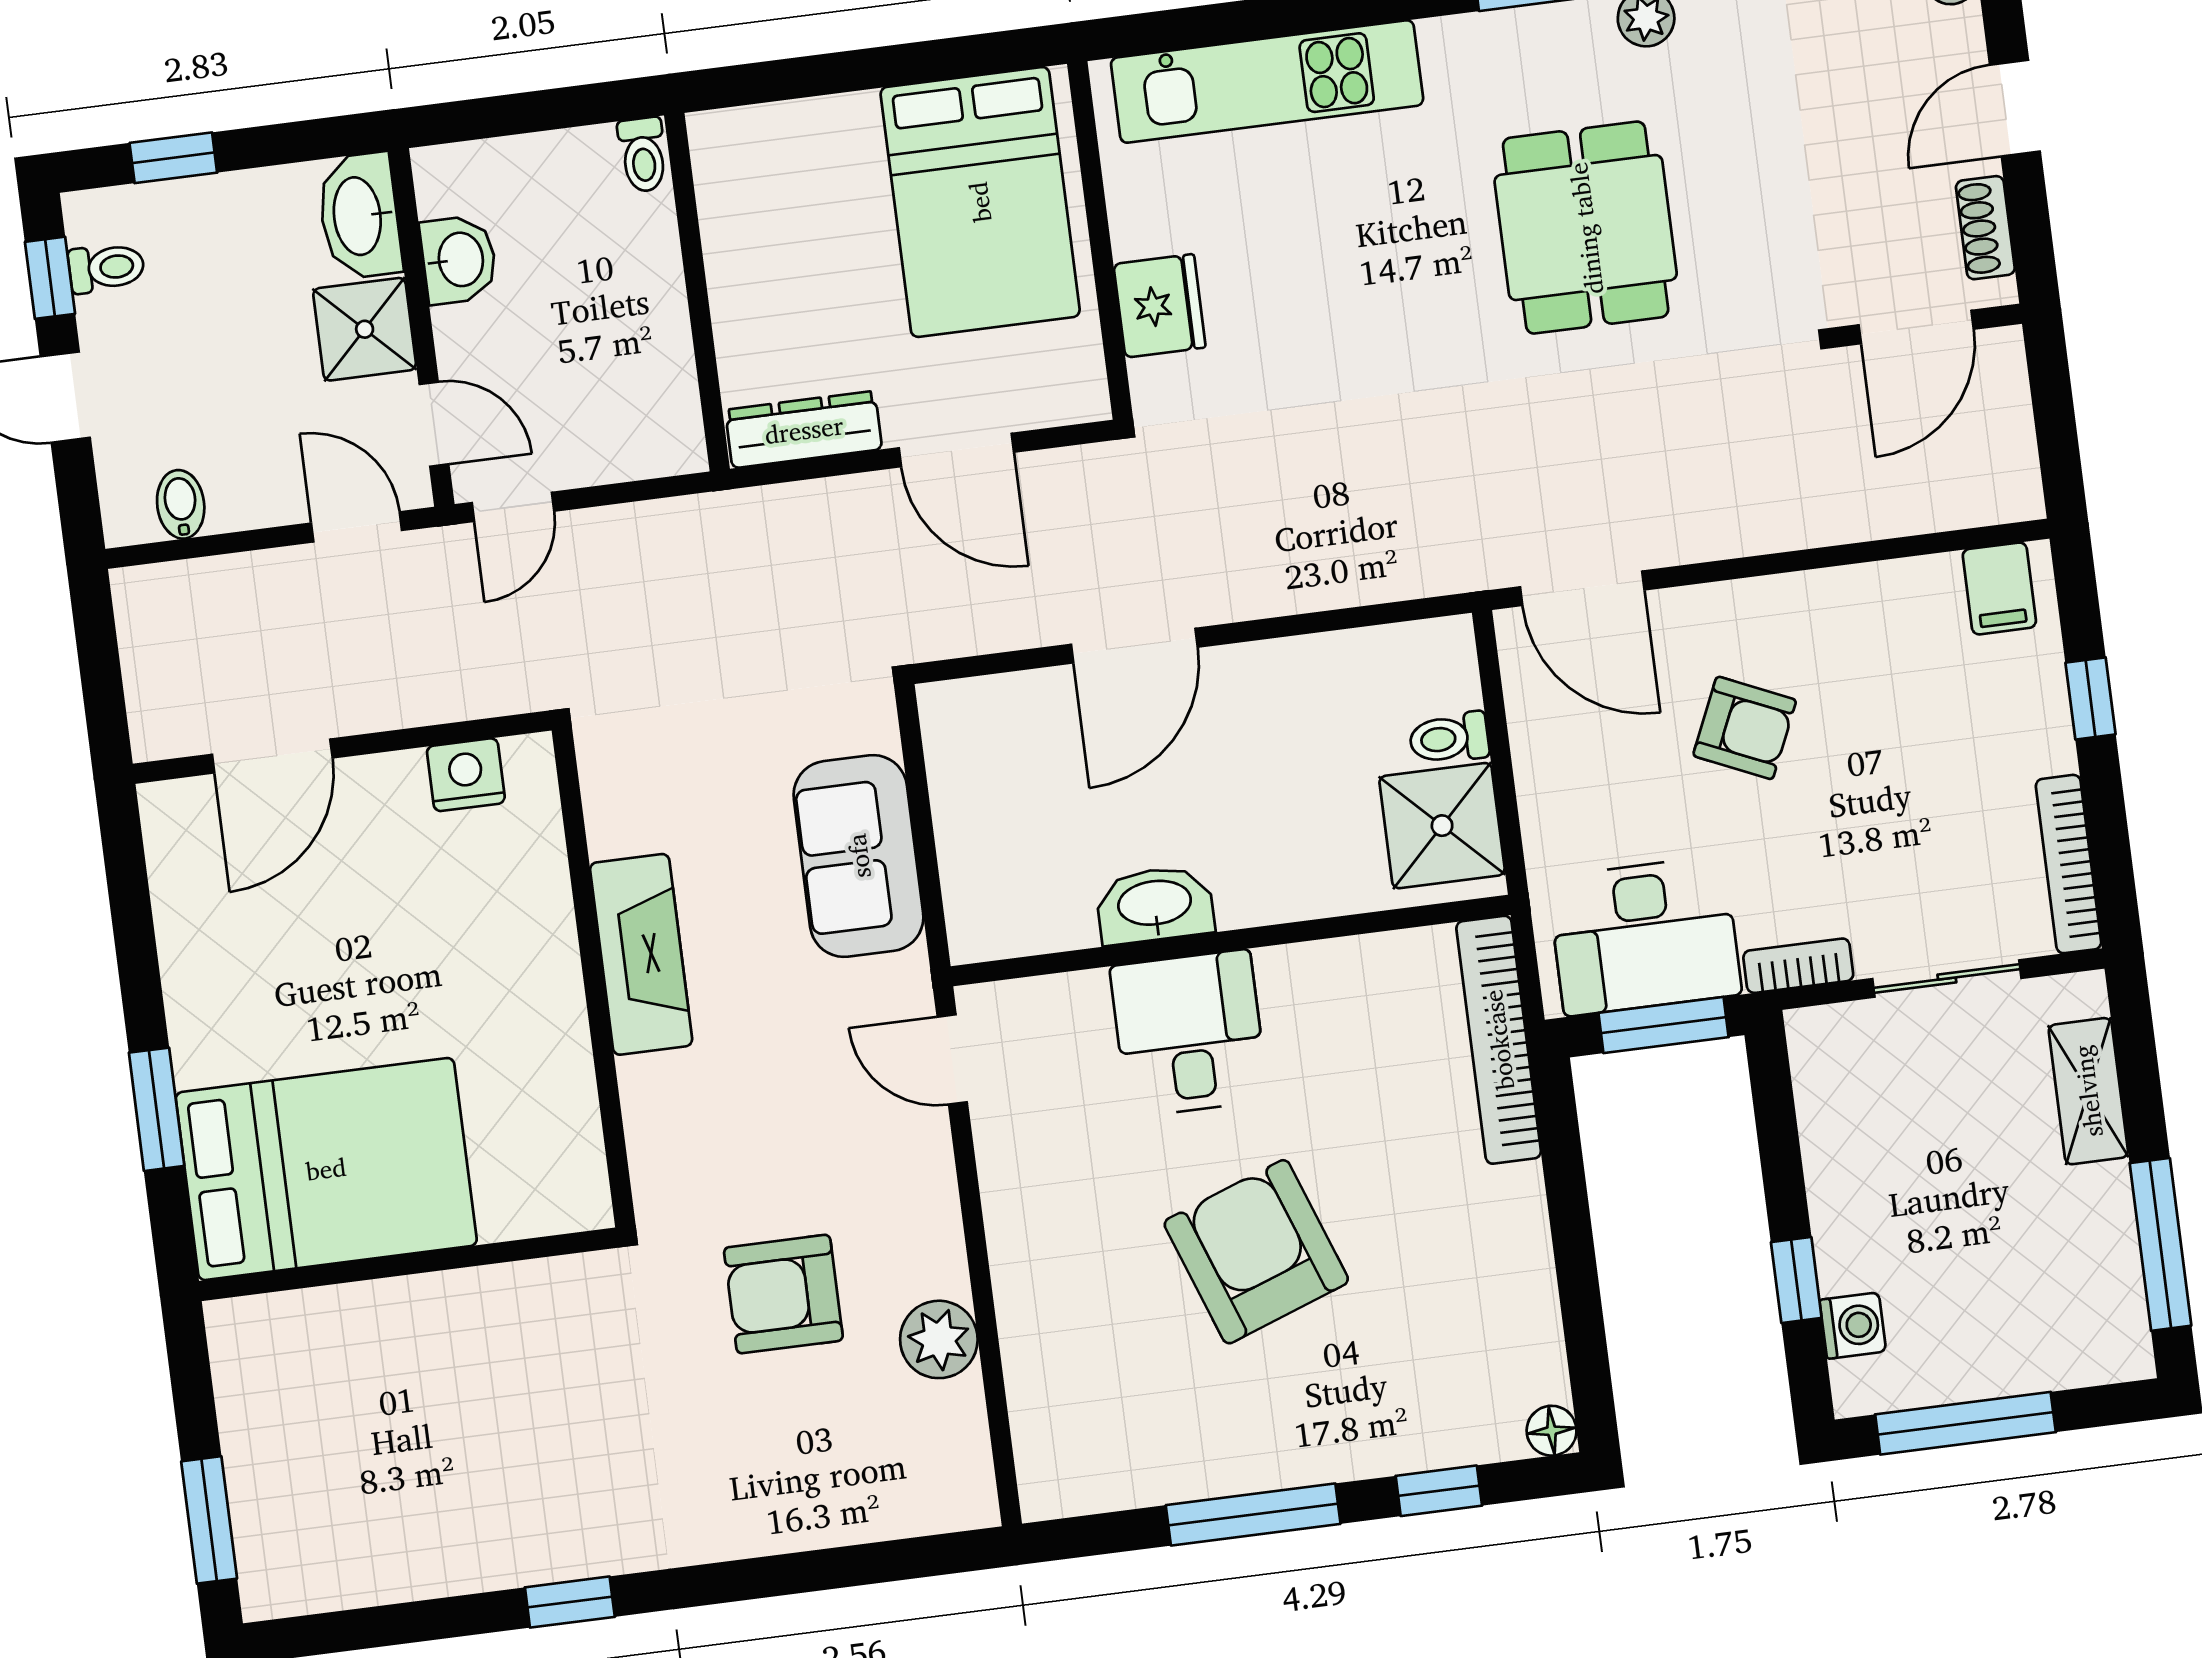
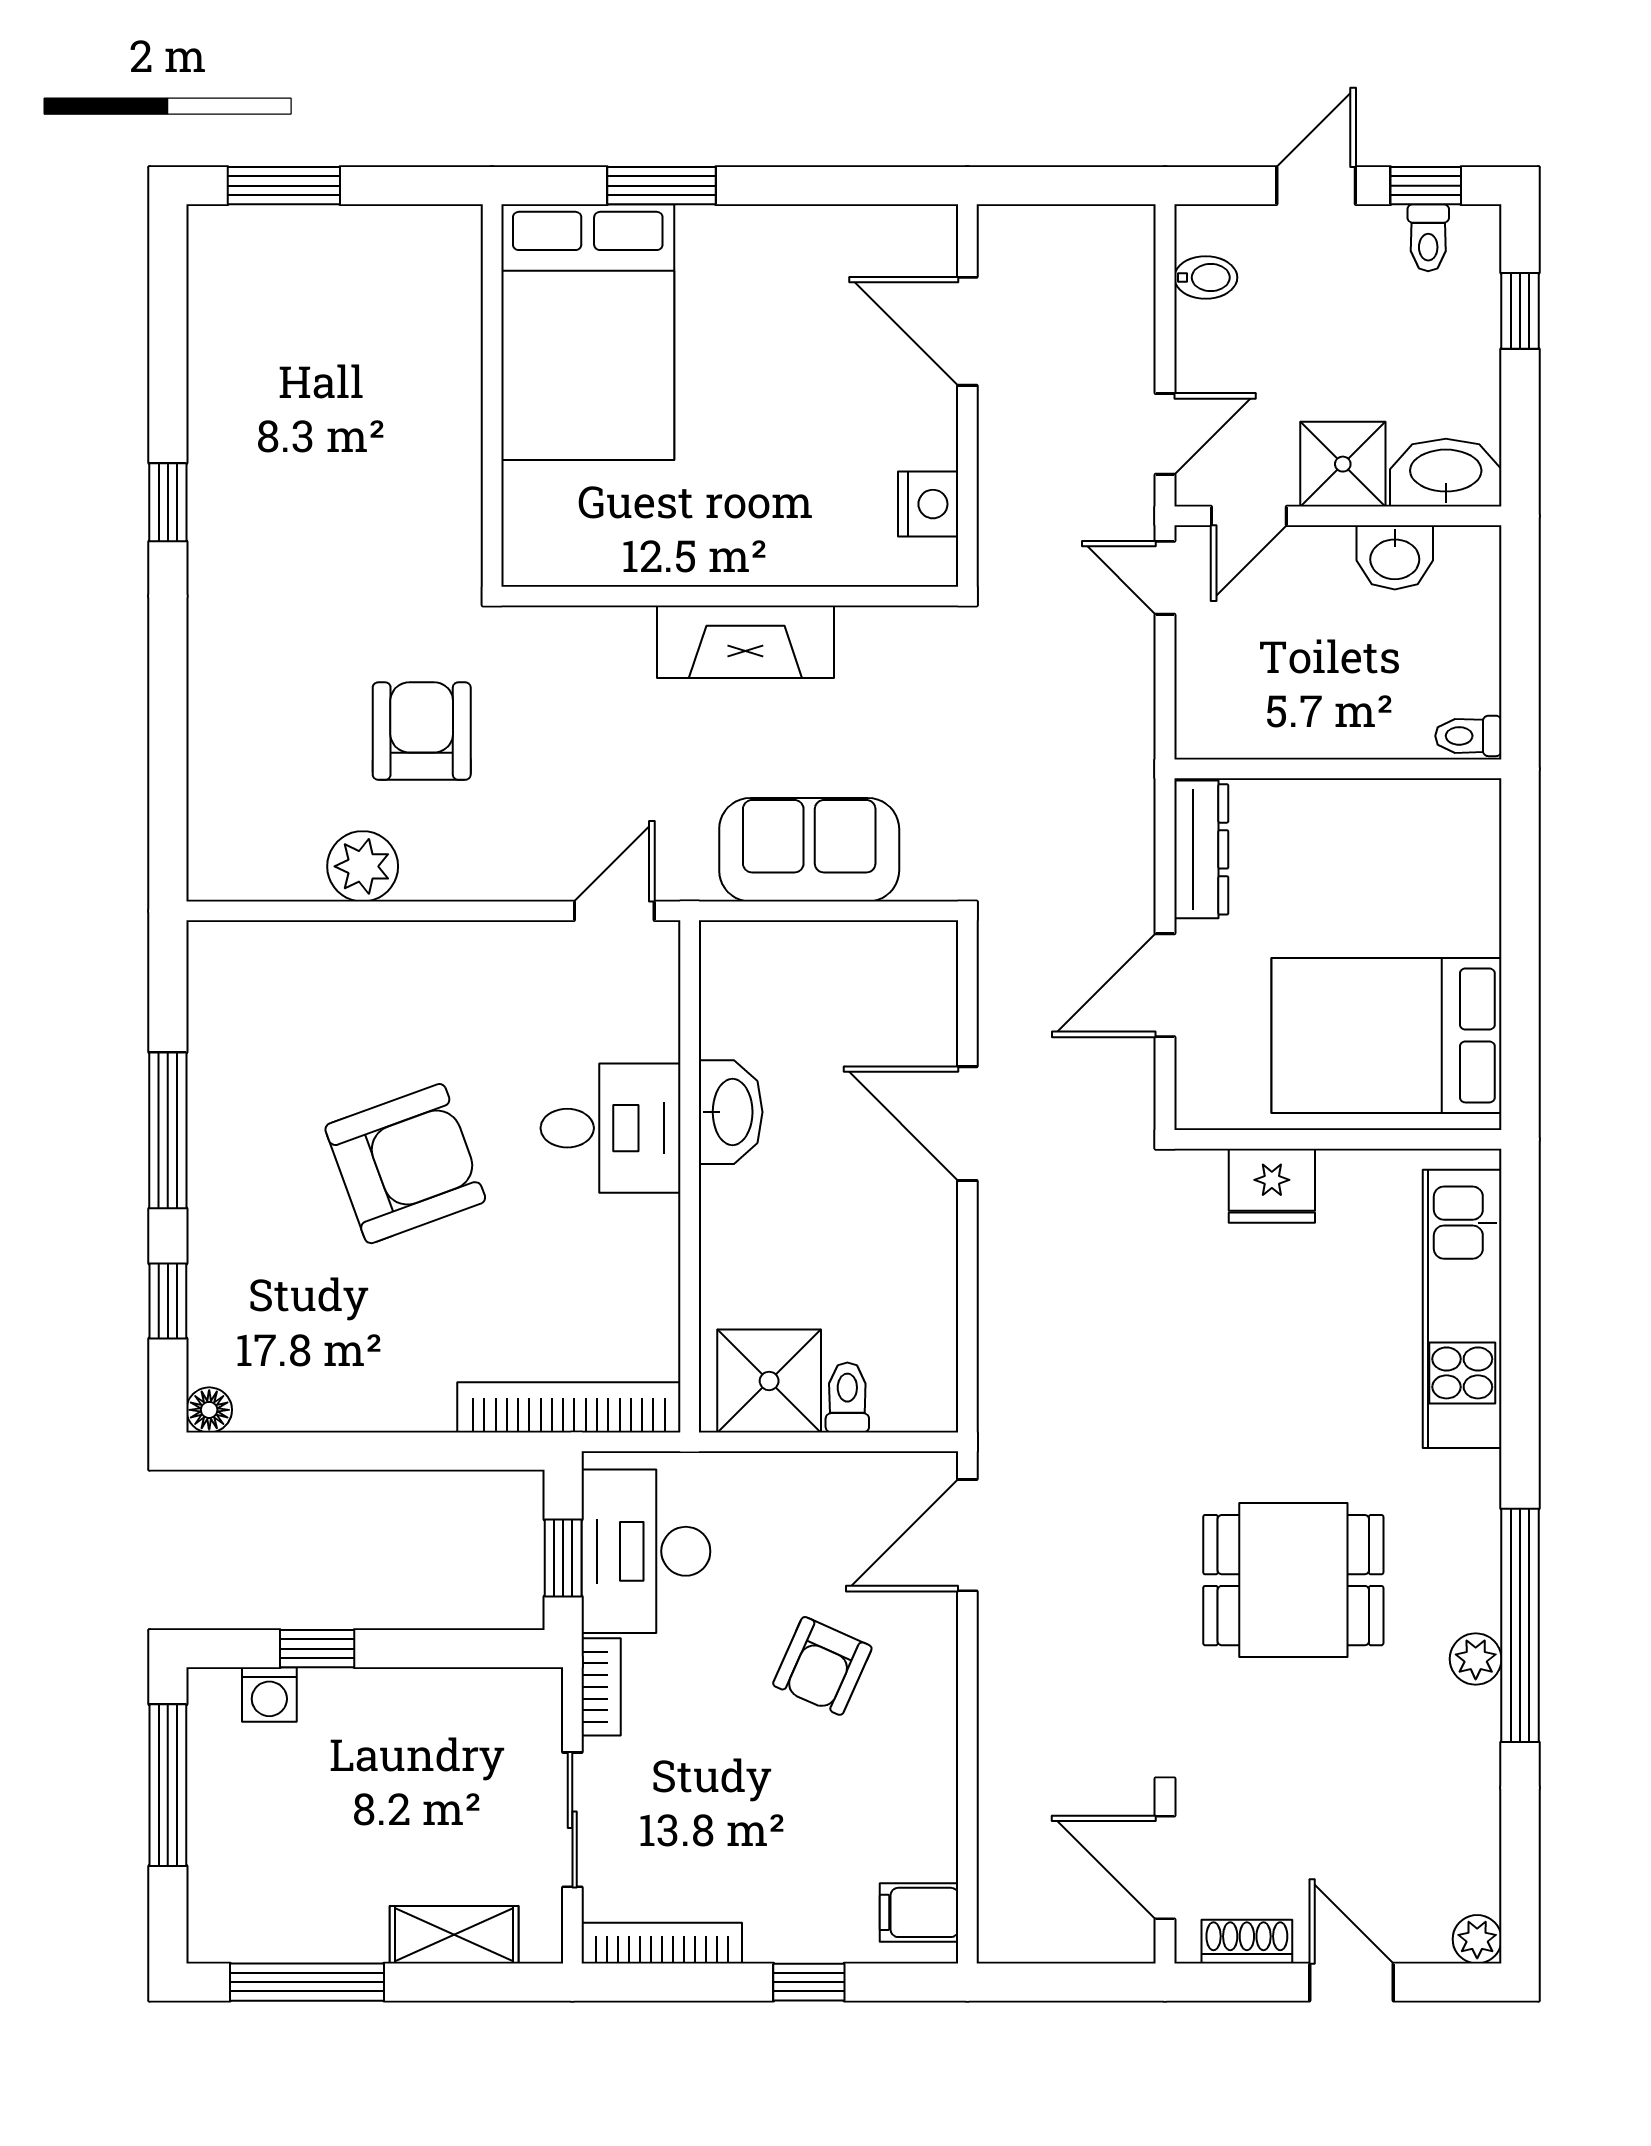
window: (1663, 1025) -> (563, 1558), width x0.67

